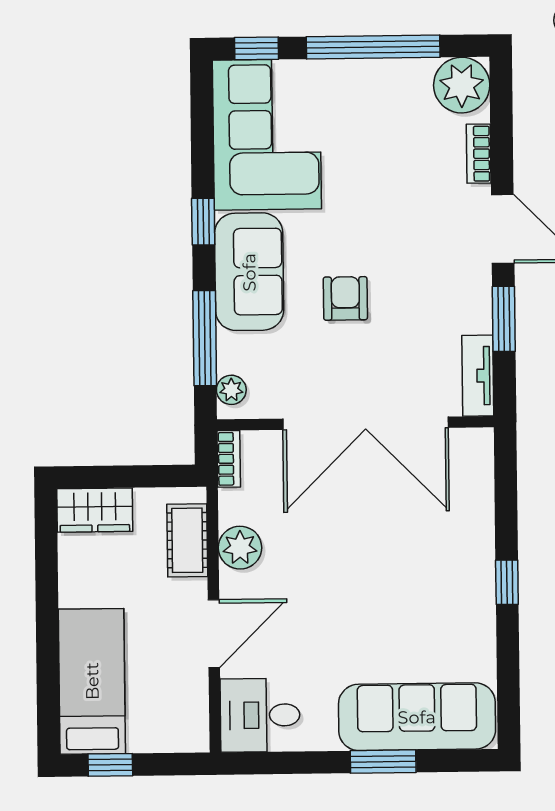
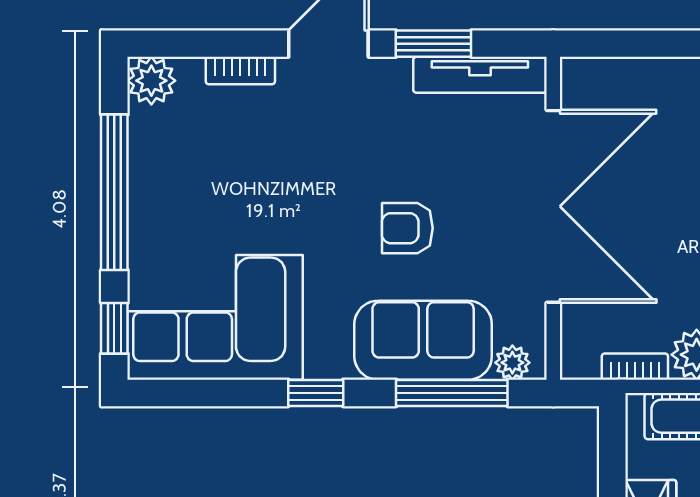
plant: (462, 85) -> (151, 81), width x0.73, depth x0.73
sofa: (249, 272) -> (423, 340), moved
tv unit: (478, 376) -> (480, 75), width x1.41
bookcase: (229, 459) -> (635, 367), moved

